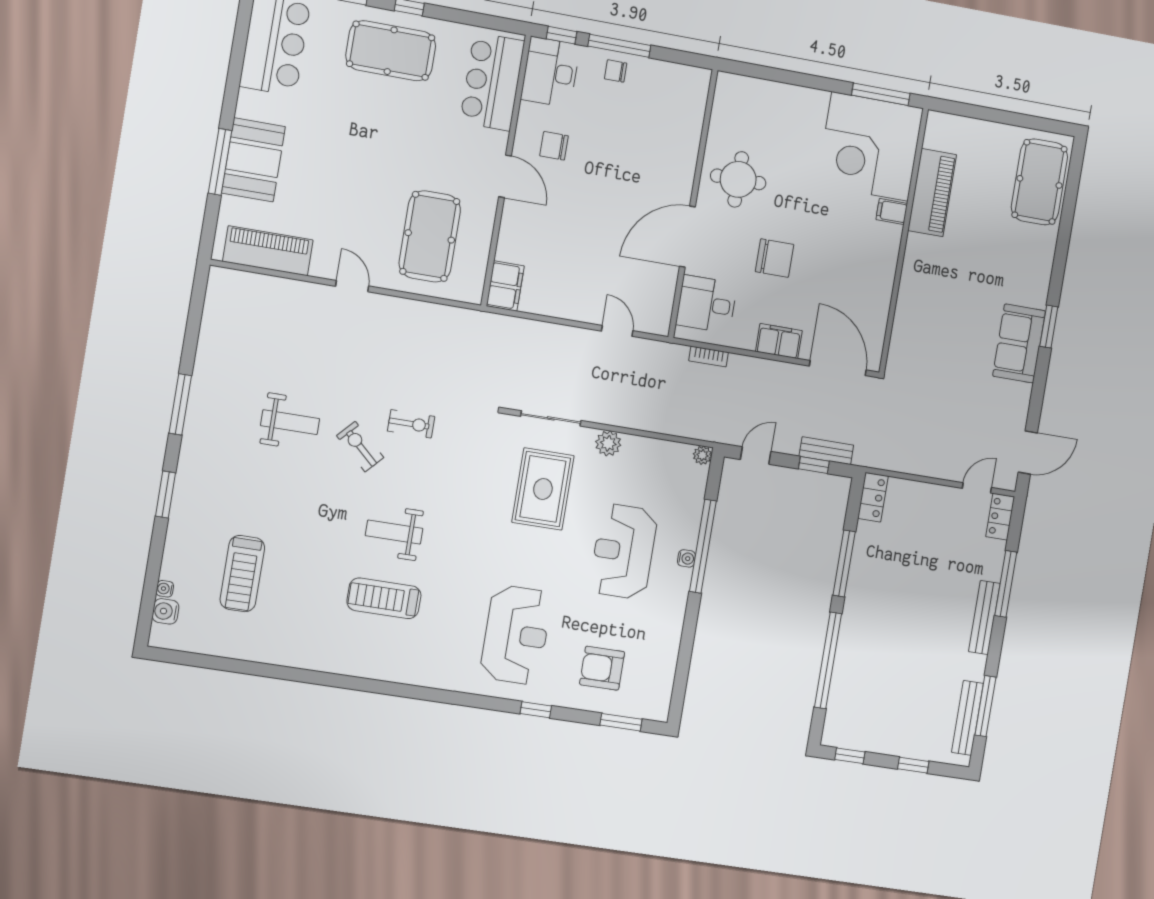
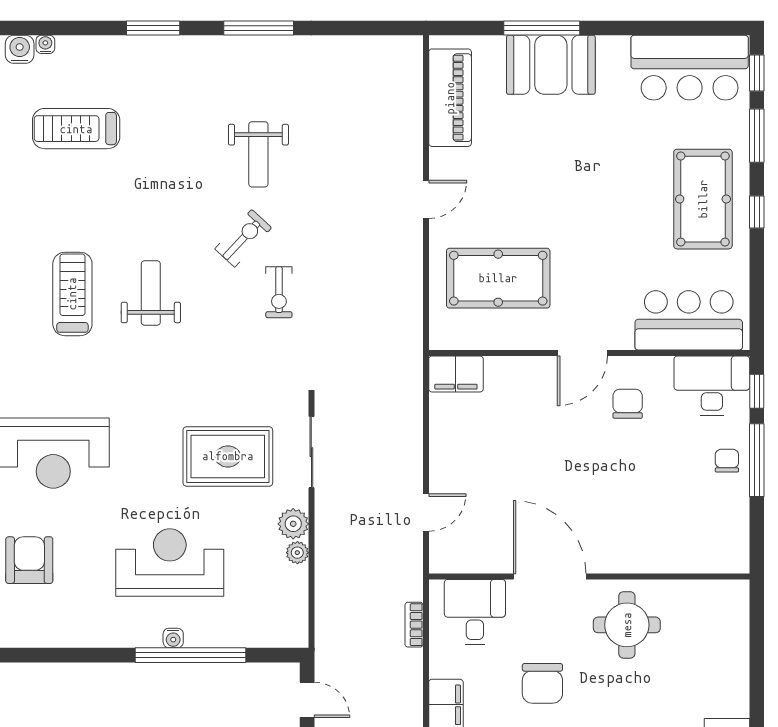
plant: (702, 455) -> (297, 553), moved

